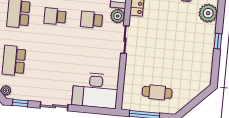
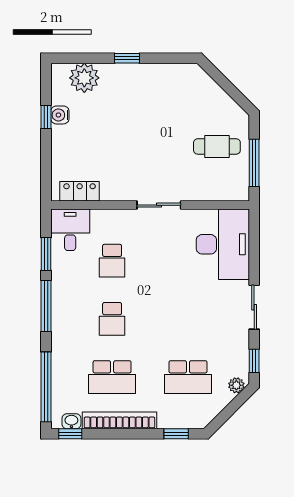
plant: (118, 16) -> (102, 220), removed
sliding door: (125, 40) -> (159, 205), moved
cafe table: (157, 92) -> (217, 146), turned 90

